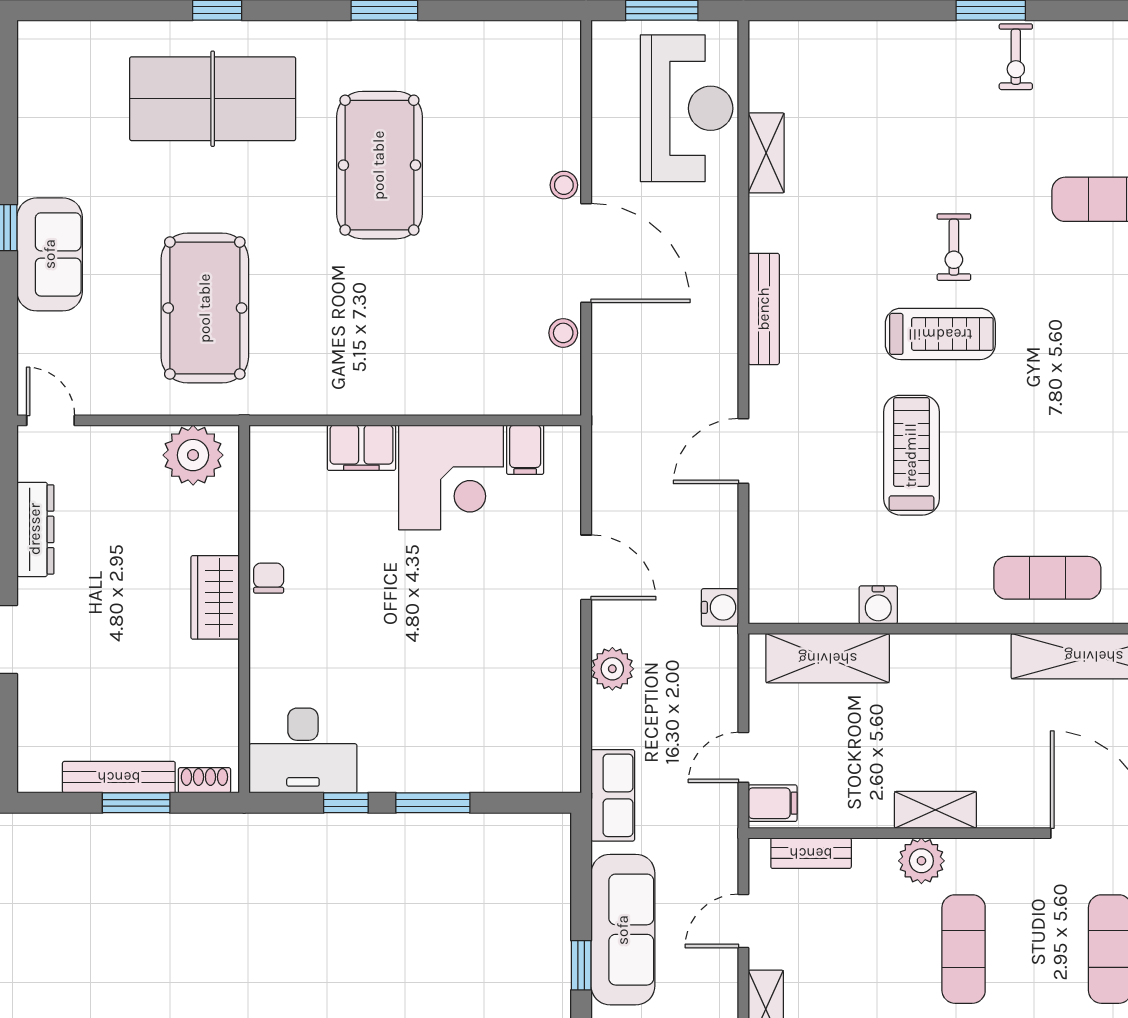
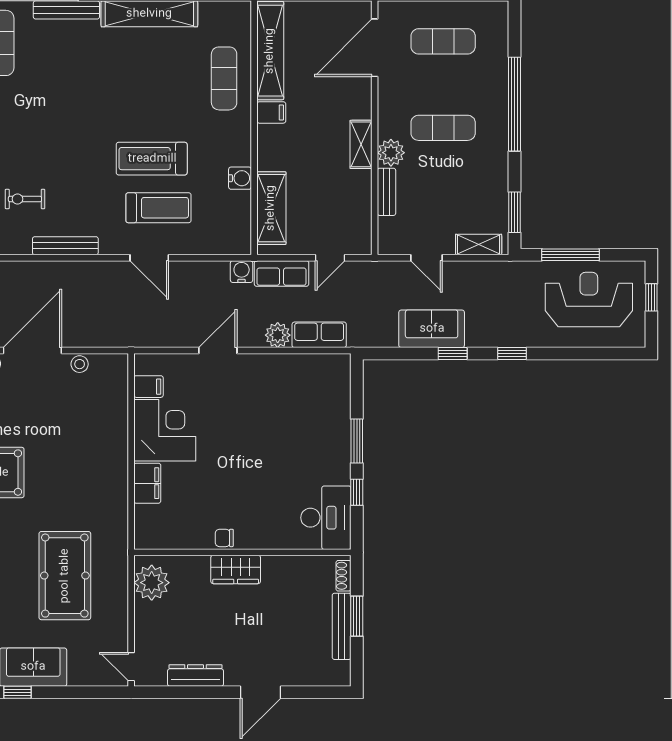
exercise bike: (954, 247) -> (25, 199), moved, turned 180
pool table: (205, 308) -> (65, 576), turned 90
treadmill: (940, 334) -> (158, 208), moved, turned 90
door: (51, 420) -> (131, 667), hinge flipped
row of seats: (717, 675) -> (282, 273), added
door: (743, 757) -> (330, 258), hinge flipped
row of seats: (613, 795) -> (319, 335), moved
filing cabinet: (773, 803) -> (271, 112), moved, turned 90
bench: (811, 853) -> (387, 192), moved
sofa: (623, 930) -> (432, 329), width x0.73

